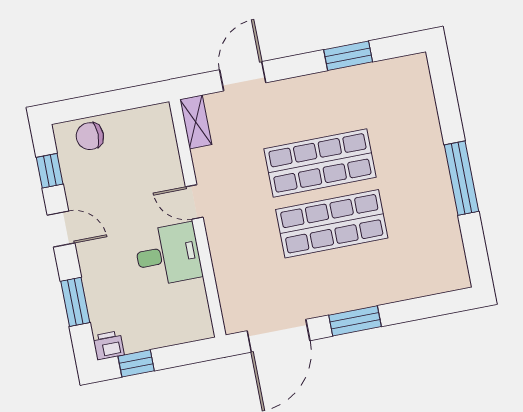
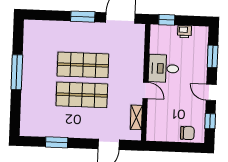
shelving: (196, 122) -> (136, 117), moved
printer: (108, 345) -> (185, 32), moved
window: (136, 363) -> (167, 20), moved

